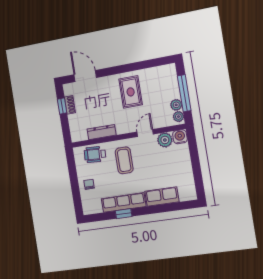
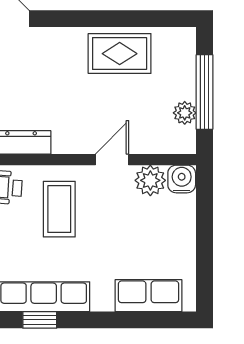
rug: (131, 92) -> (120, 54), moved, turned 90
plant: (178, 117) -> (185, 137), removed
row of seats: (162, 197) -> (149, 296), moved

